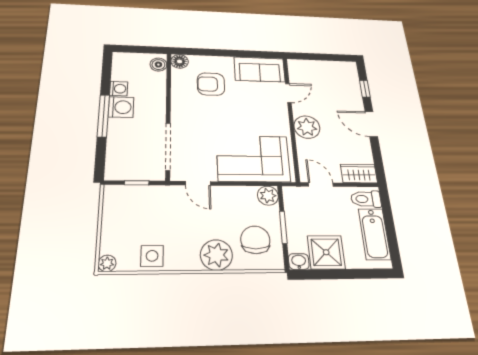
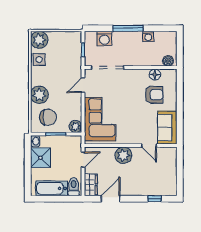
floor lamp: (180, 61) -> (155, 75), moved
armchair: (211, 84) -> (154, 95), turned 90
washing machine: (121, 107) -> (104, 39), moved
door: (371, 124) -> (111, 199), moved
plant: (107, 263) -> (39, 40), width x1.87, depth x1.87

